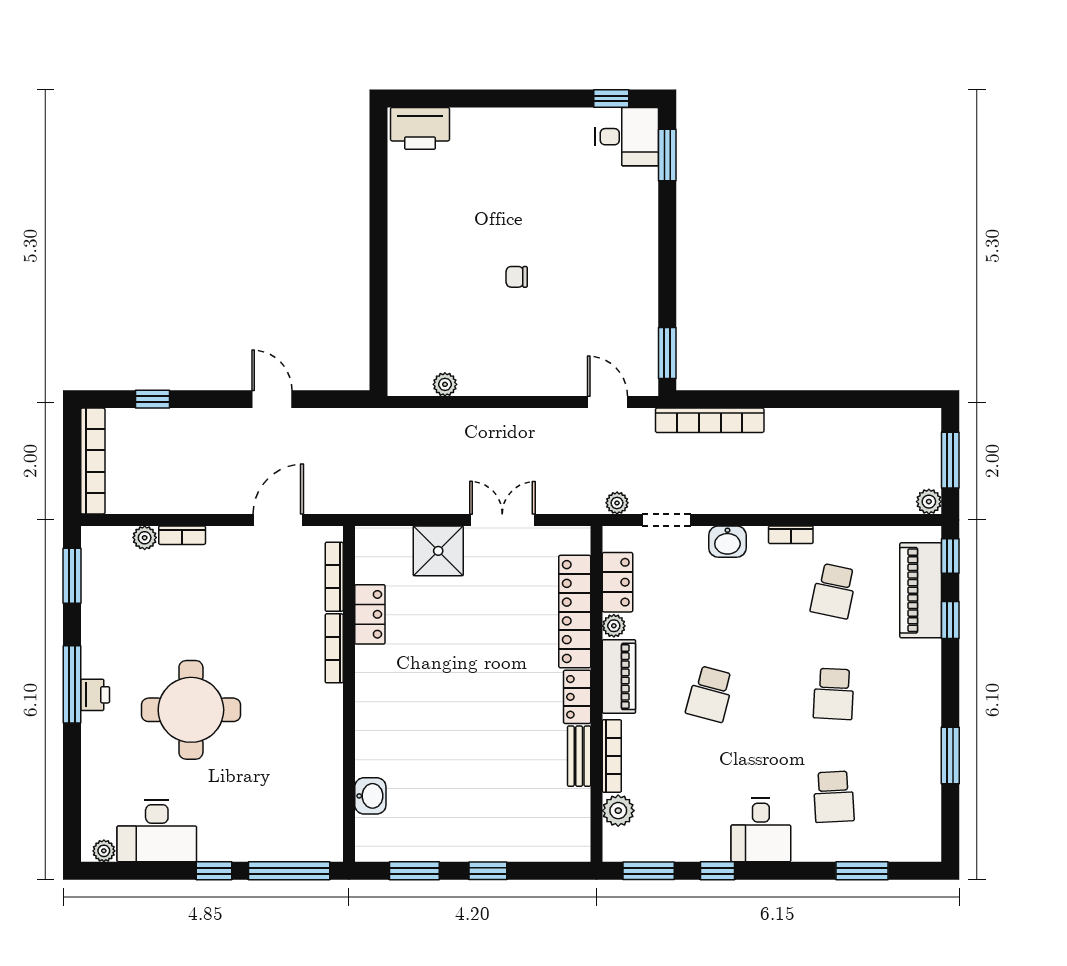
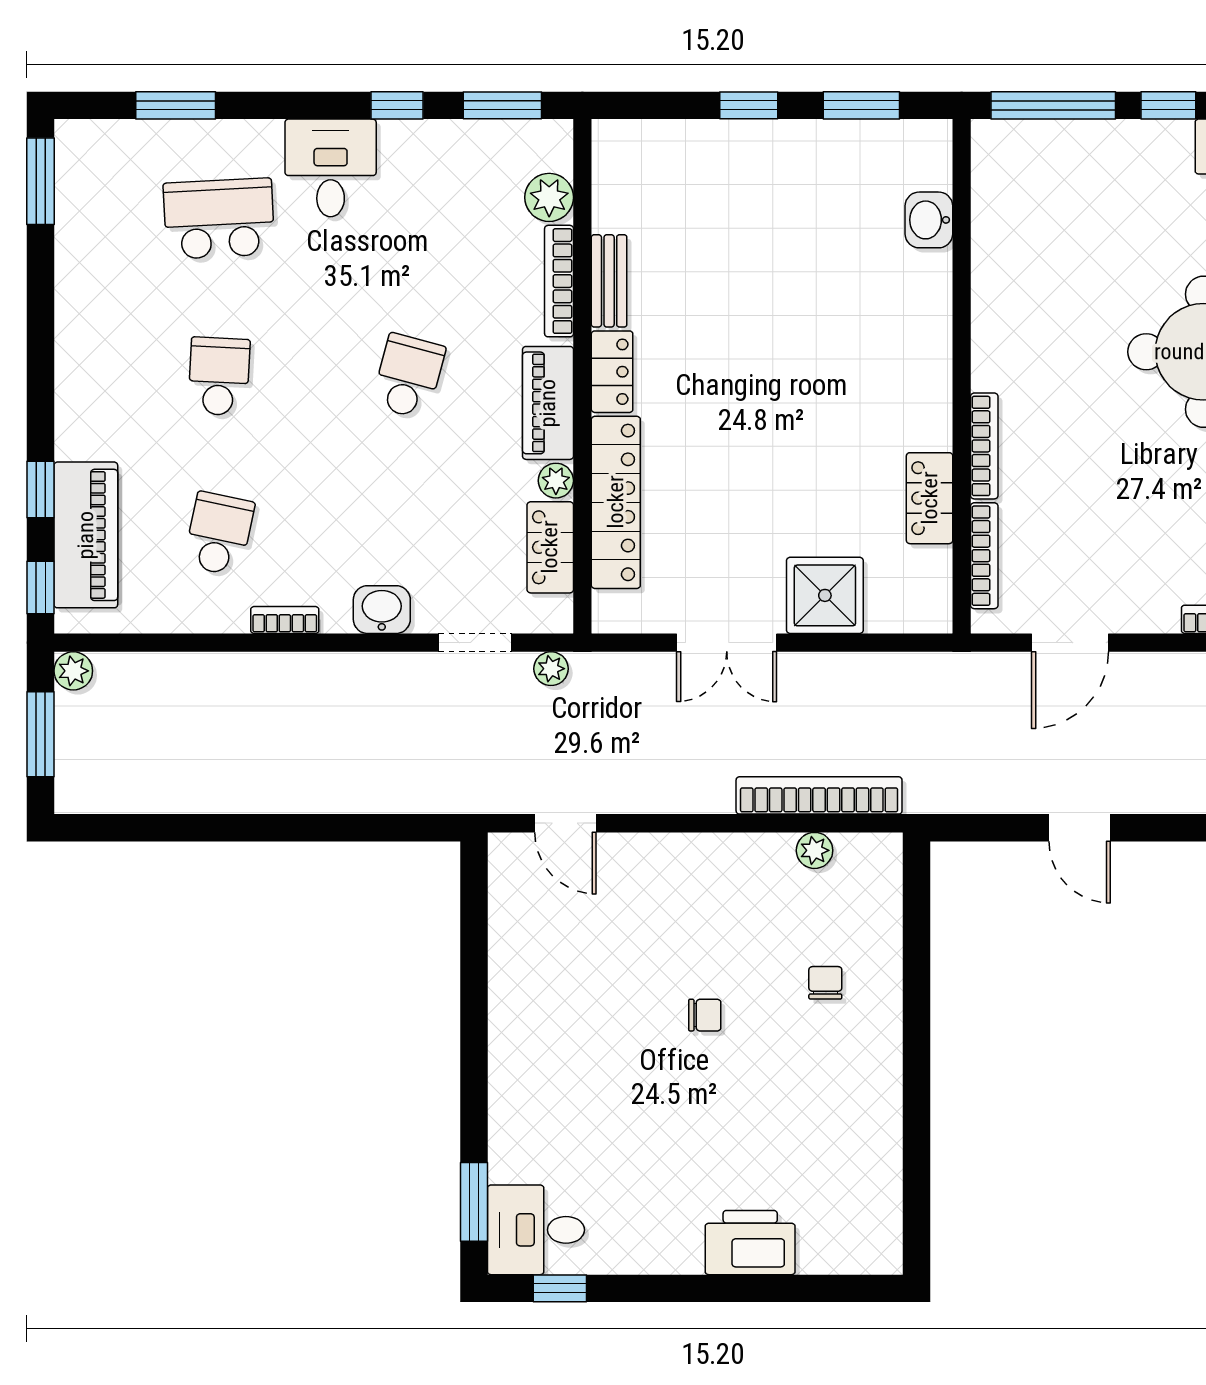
printer: (420, 128) -> (750, 1243), moved
chair: (438, 298) -> (825, 983), added
window: (667, 353) -> (474, 899), removed
bookcase: (710, 420) -> (819, 795), moved
window: (950, 755) -> (41, 181), moved
school desk: (834, 797) -> (219, 219), width x1.85

